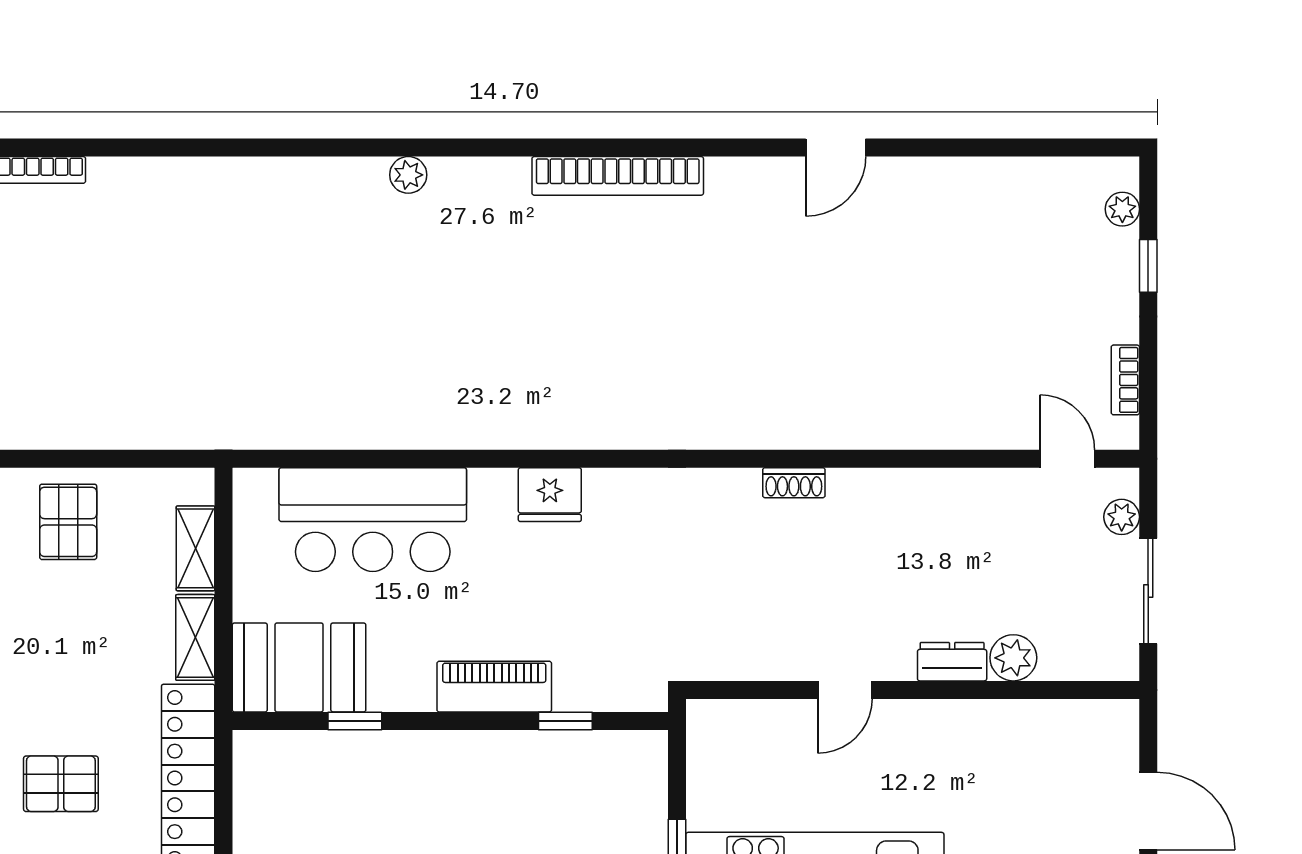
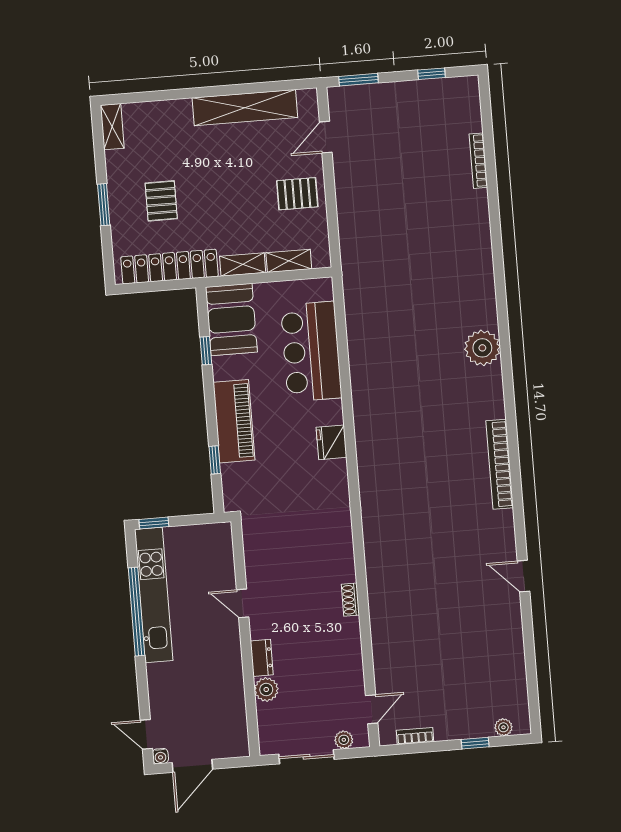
plant: (408, 175) -> (482, 348), width x1.87, depth x1.87
shoe rack: (794, 483) -> (350, 600), moved
piano: (494, 687) -> (234, 421), width x1.37, depth x1.33

